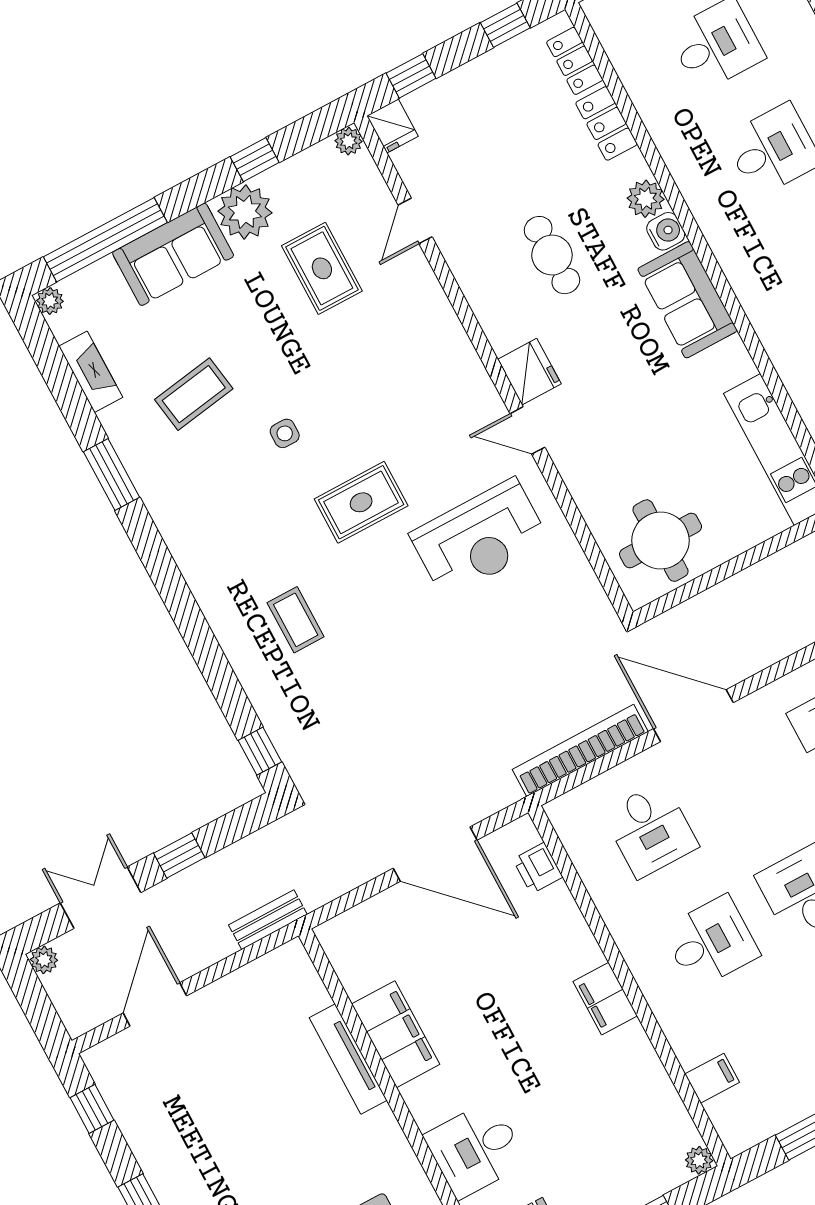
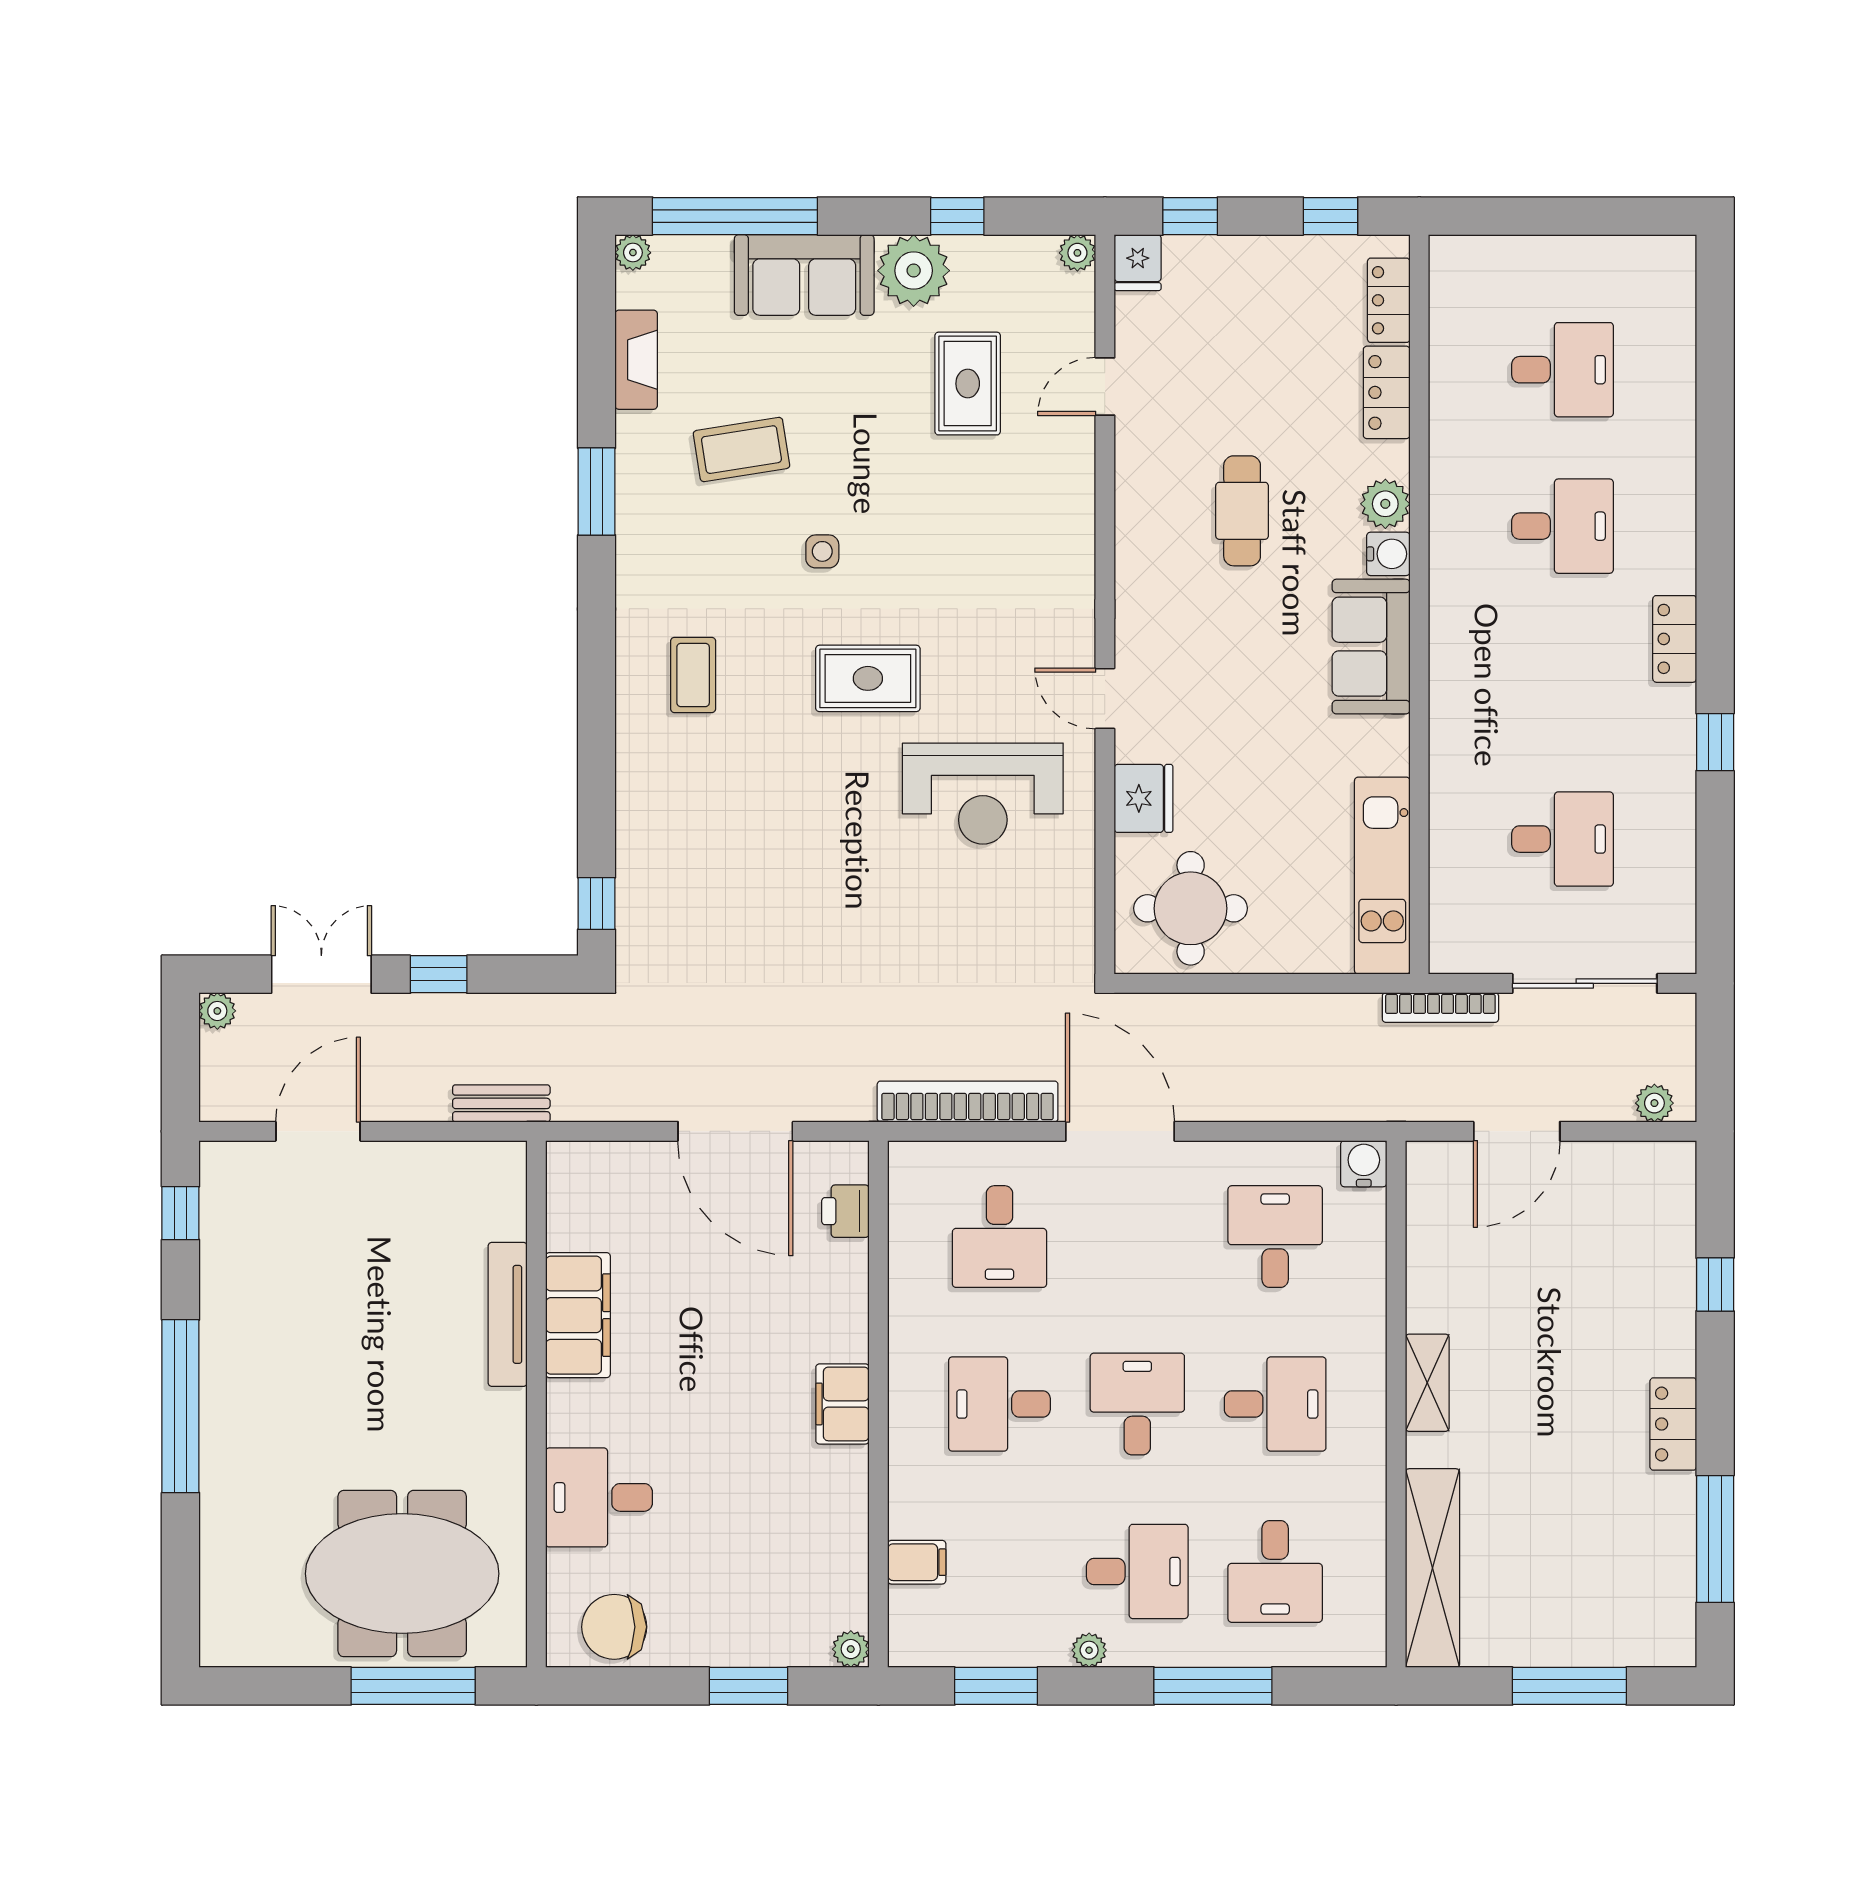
fridge: (529, 372) -> (1144, 798), moved
coffee table: (296, 620) -> (693, 675), moved
desk: (711, 942) -> (999, 1404), turned 180

